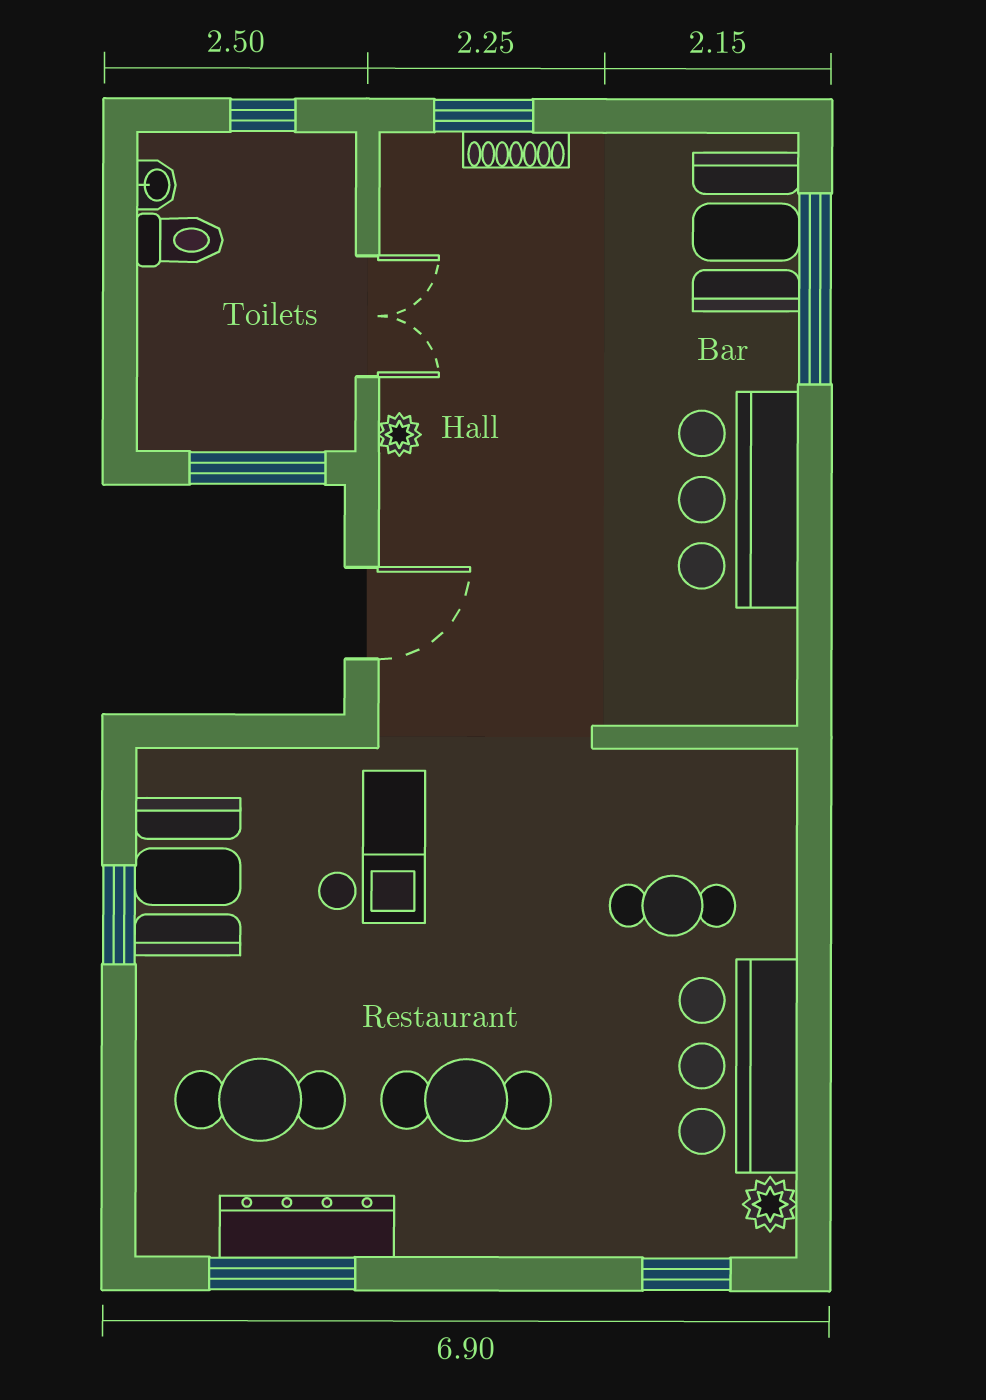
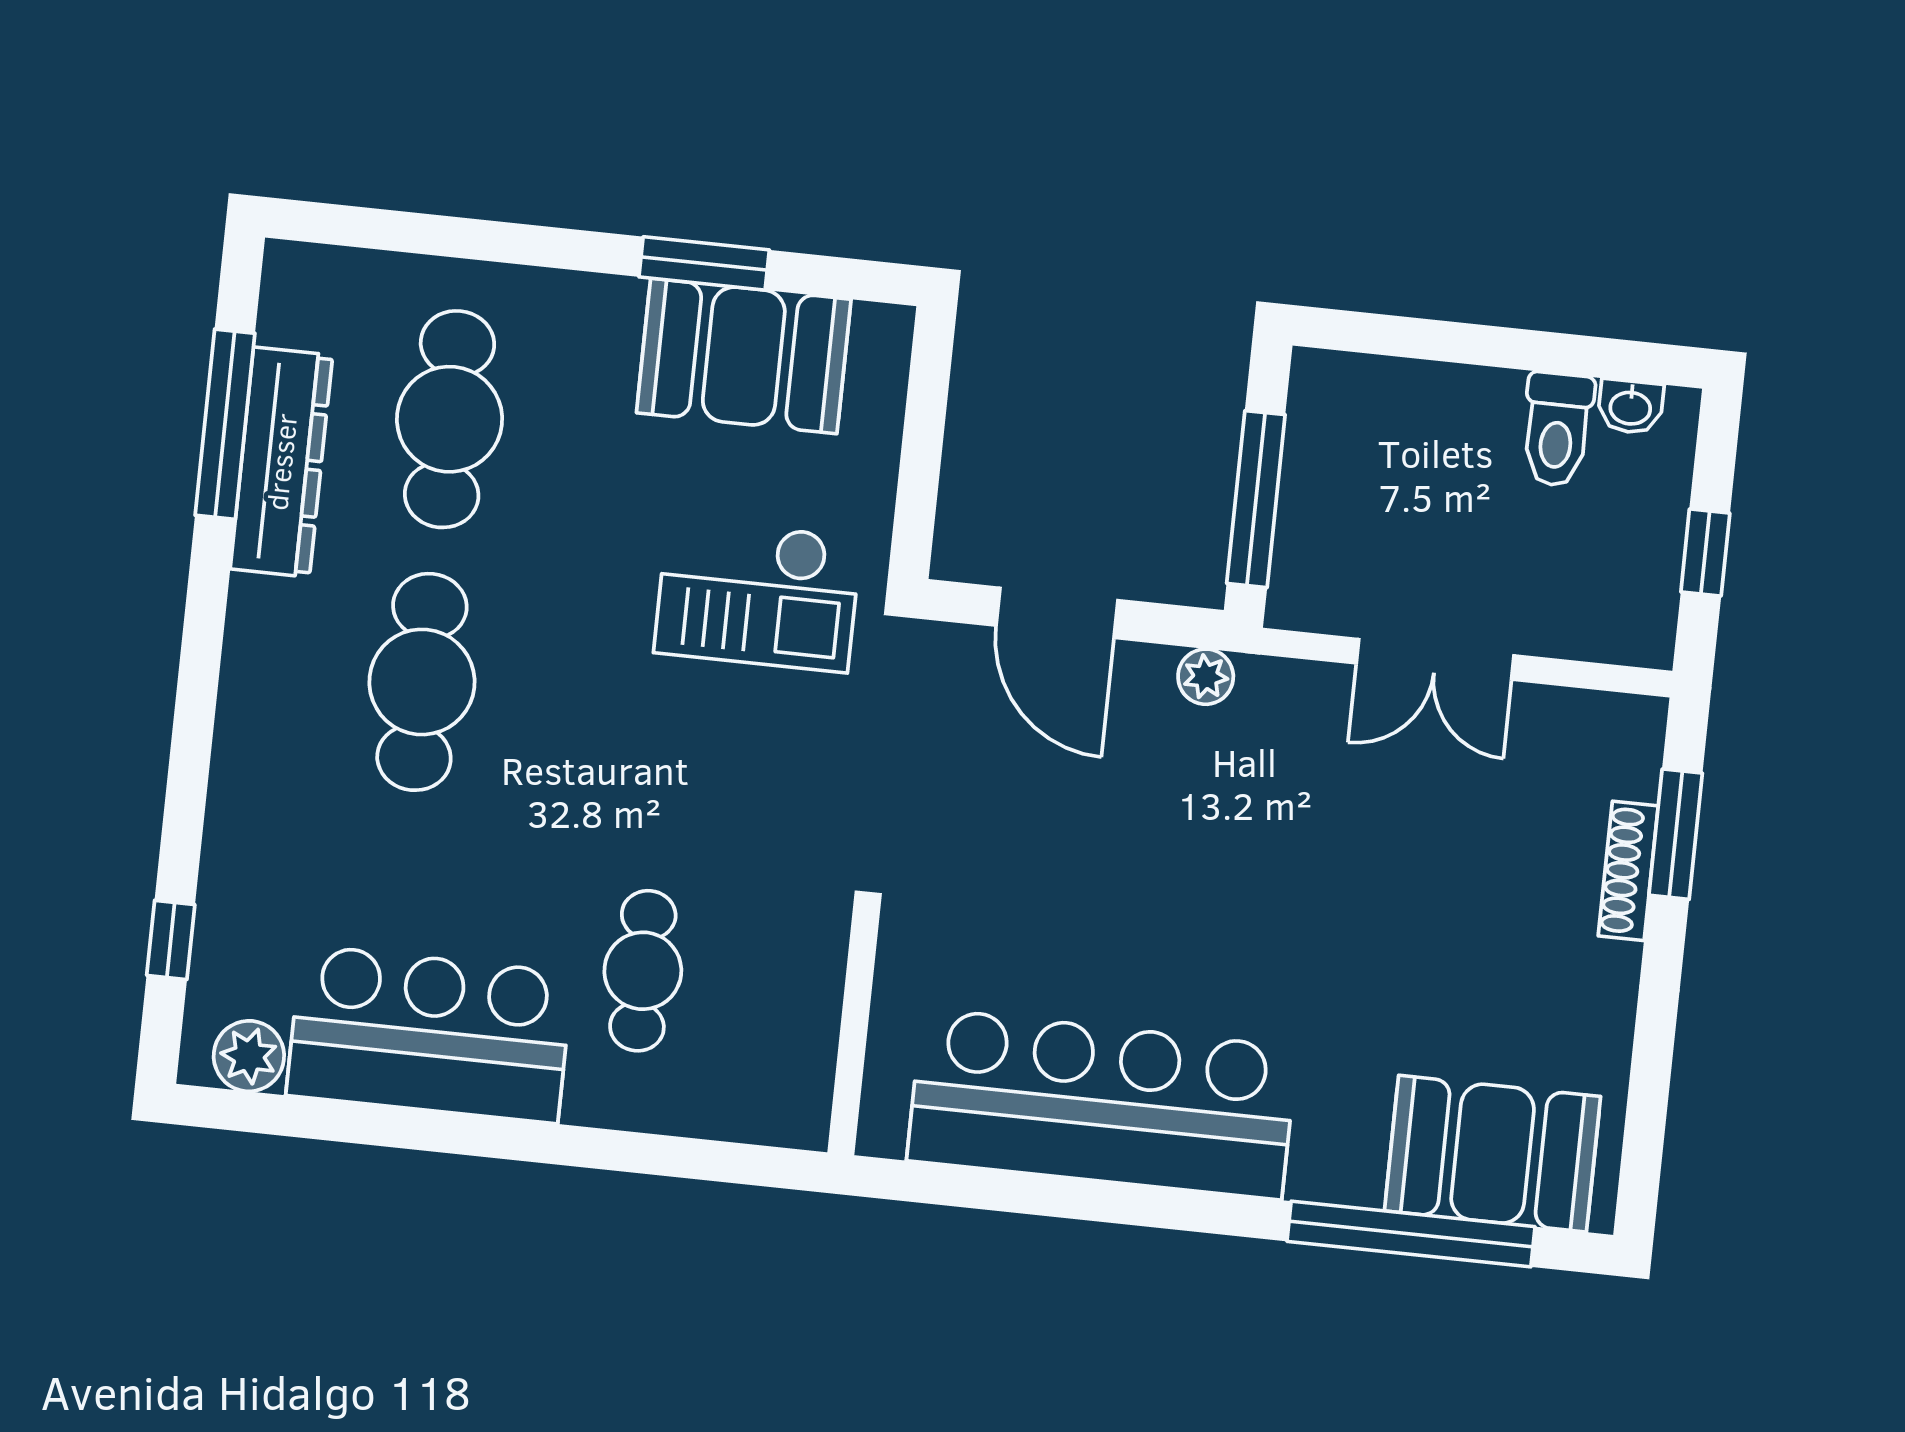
plant: (399, 435) -> (1206, 677), moved
bar counter: (739, 500) -> (1102, 1104), width x1.36
window: (686, 1274) -> (171, 940), width x0.67

